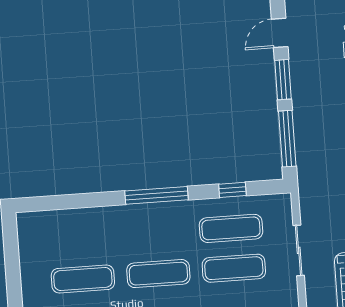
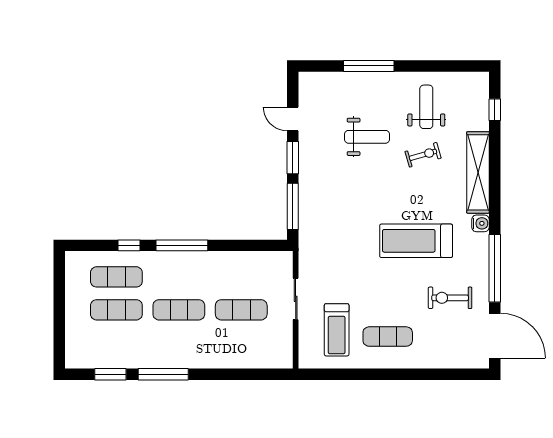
door: (280, 33) -> (293, 119), hinge flipped
window: (232, 190) -> (129, 245), moved
exercise mat: (231, 228) -> (116, 277), moved

